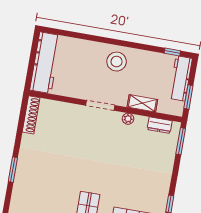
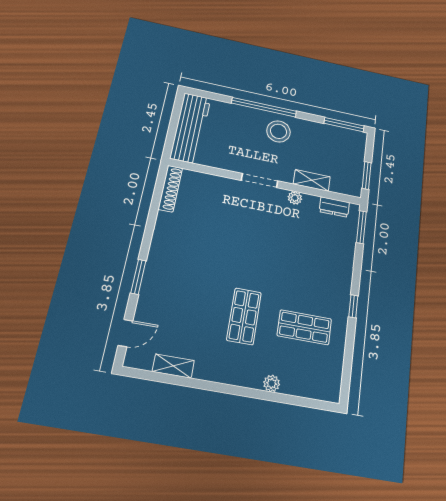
window: (105, 40) -> (264, 107), added
window: (172, 52) -> (344, 125), width x2.17
workbench: (181, 78) -> (356, 154), removed
window: (13, 170) -> (138, 277), moved

